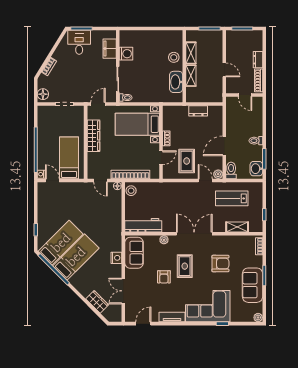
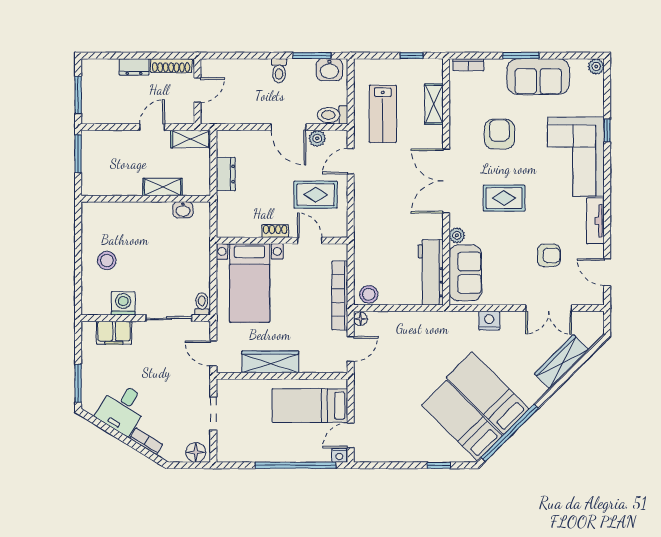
desk: (79, 42) -> (122, 409), moved, turned -58
shelving: (191, 53) -> (191, 139), moved
stool: (174, 57) -> (107, 260), moved
washbasin: (176, 82) -> (183, 210), width x0.52, depth x0.69
plant: (218, 174) -> (317, 138), moved
sofa: (134, 253) -> (465, 273), moved, turned 90
armchair: (164, 277) -> (549, 255), moved
wardrobe: (97, 302) -> (562, 362), width x1.50

